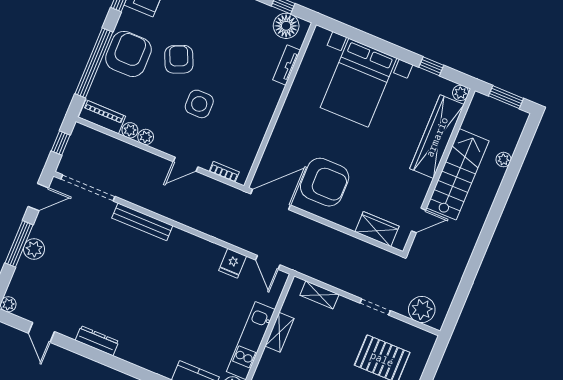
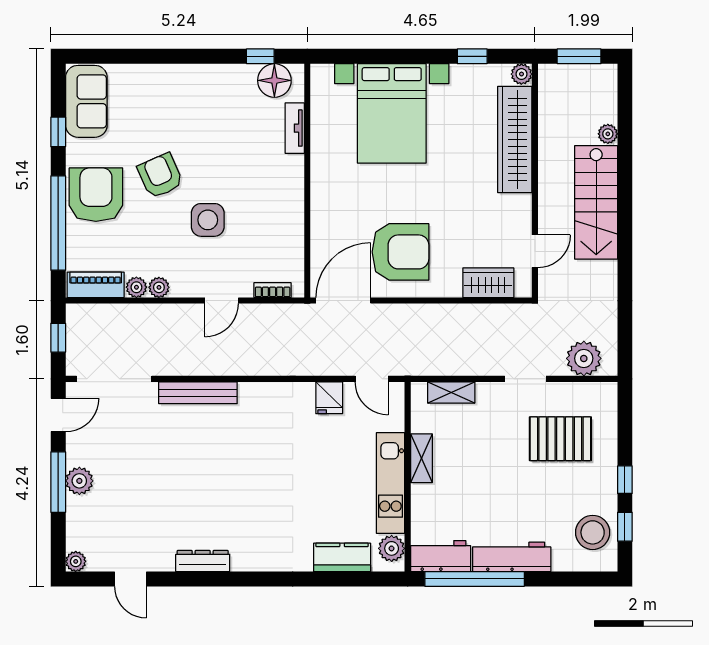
stairs: (458, 174) -> (596, 202), moved, turned 180

